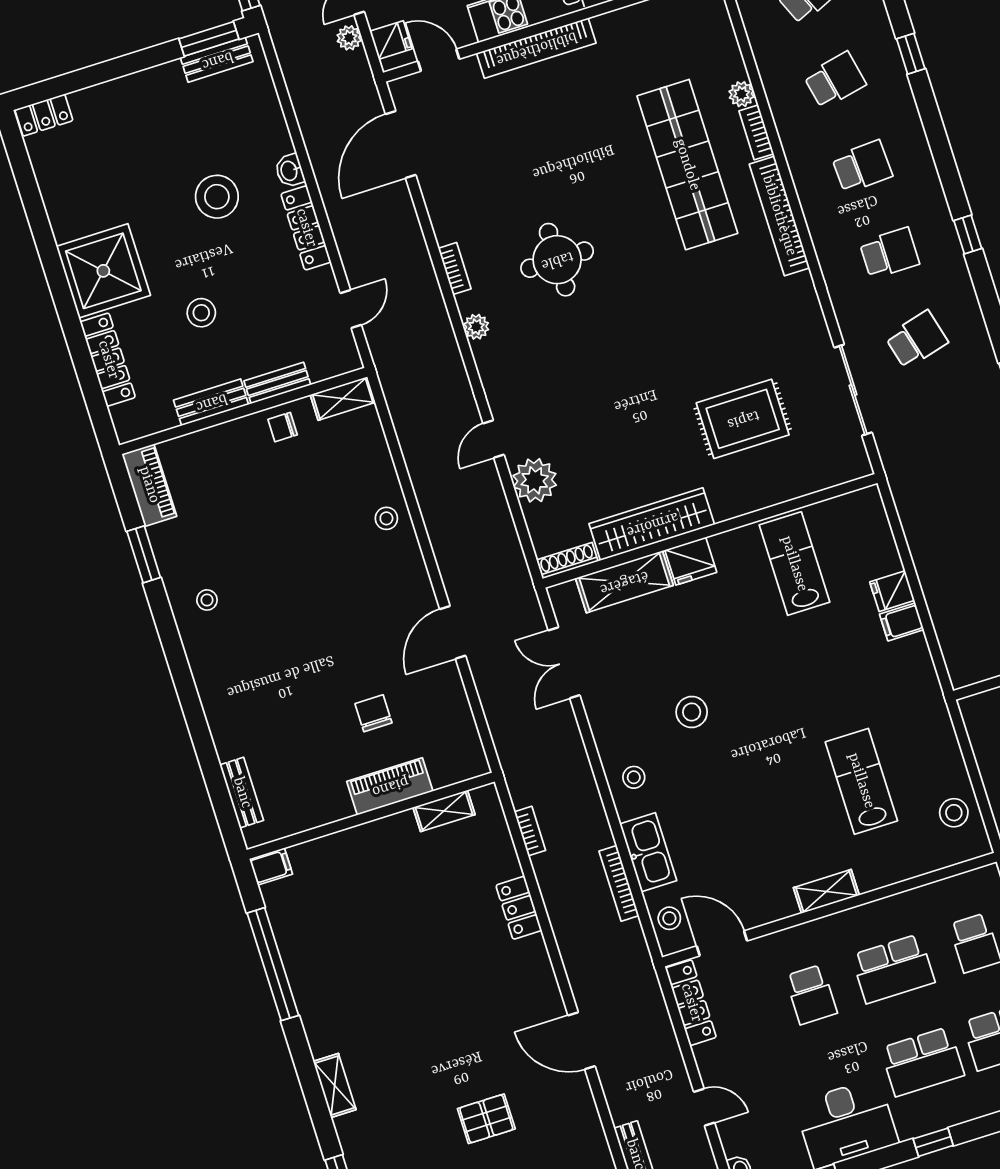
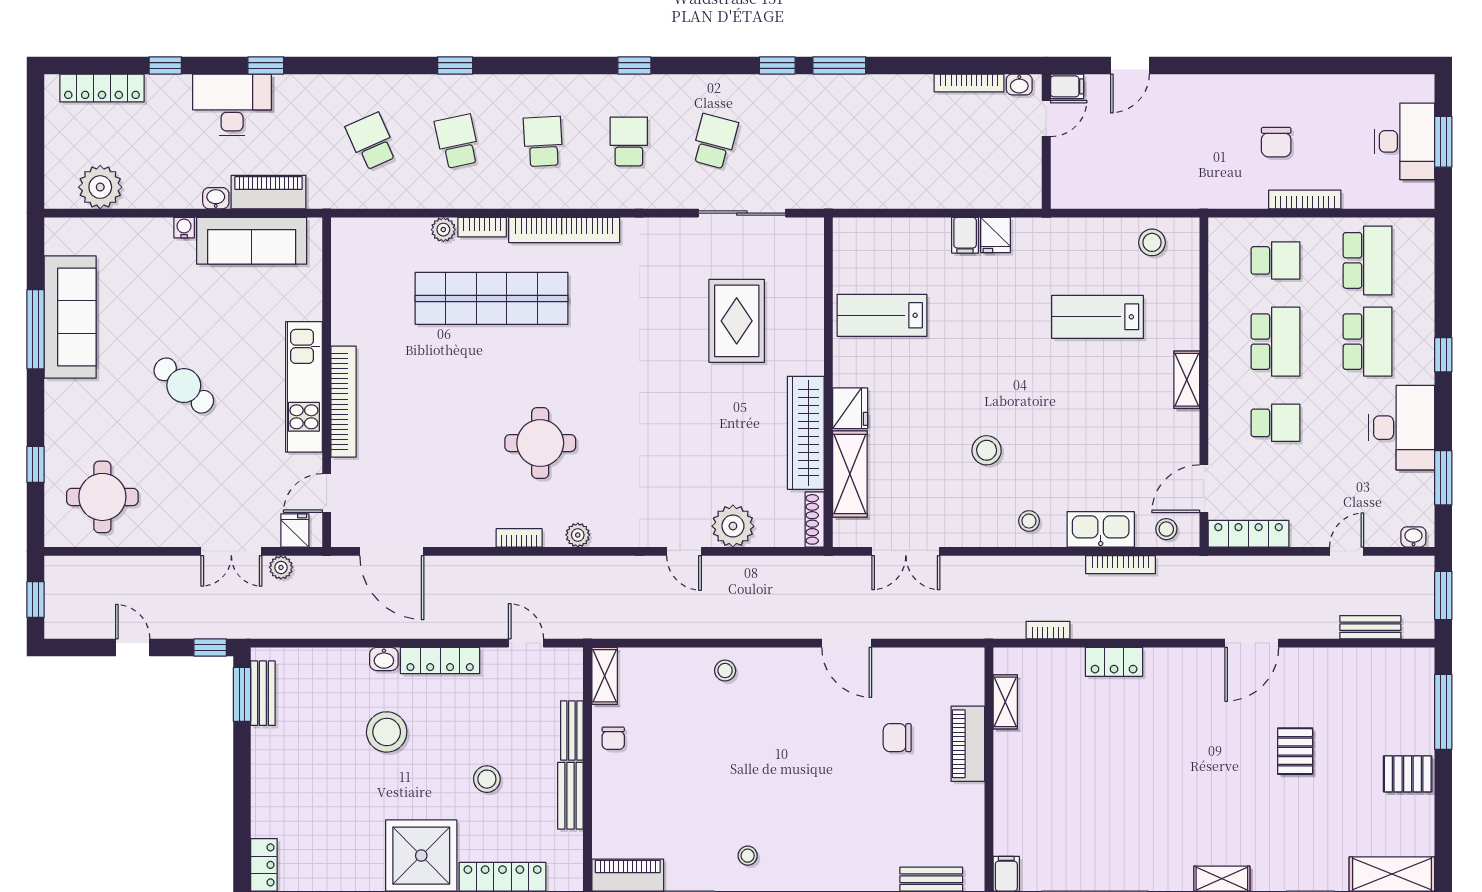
school desk: (917, 340) -> (715, 141), turned 30
fridge: (892, 591) -> (996, 235), moved

